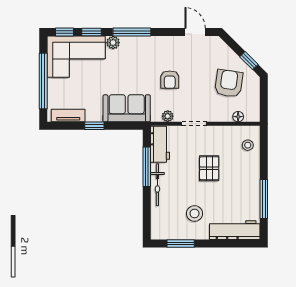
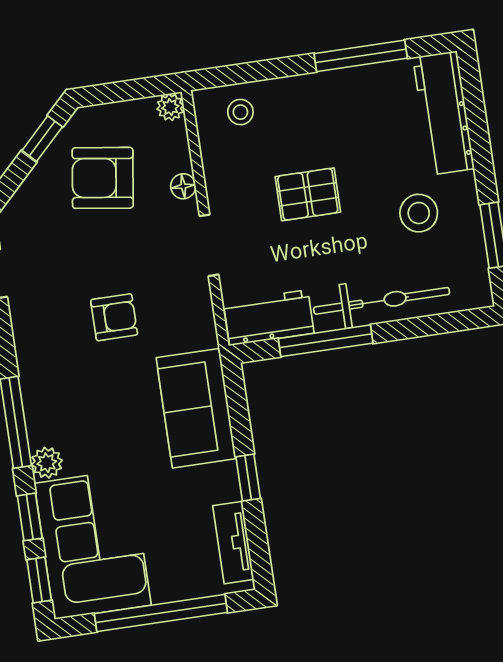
plant: (168, 116) -> (170, 107), moved
floor lamp: (238, 117) -> (183, 186), moved
bicycle: (157, 185) -> (382, 301), width x1.37, depth x1.40

